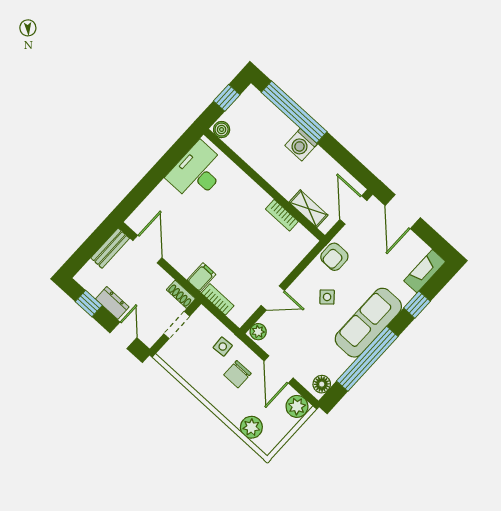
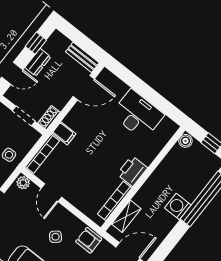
desk: (197, 172) -> (138, 114), moved
printer: (254, 197) -> (132, 171), added
bookcase: (282, 215) -> (115, 201), width x1.56
bookcase: (218, 299) -> (42, 154), width x1.56

